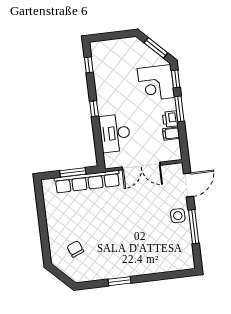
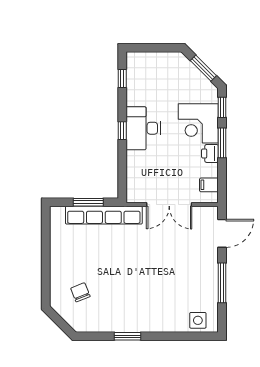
corner desk: (156, 83) -> (198, 123), moved
desk: (115, 133) -> (143, 128), moved
filing cabinet: (171, 134) -> (209, 185), moved
side table: (178, 216) -> (198, 320), moved

